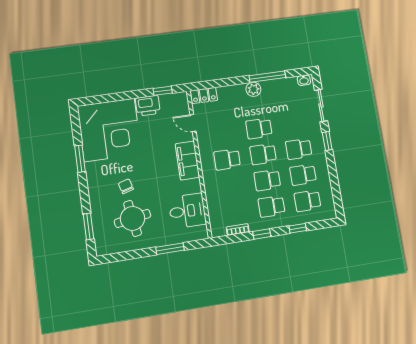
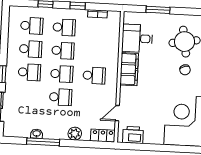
washbasin: (304, 80) -> (37, 134), moved
plant: (253, 89) -> (75, 134), moved
window: (163, 91) -> (138, 147), removed
printer: (148, 106) -> (133, 135), moved
door: (193, 123) -> (117, 113), swing flipped
filing cabinet: (187, 161) -> (129, 69), moved

